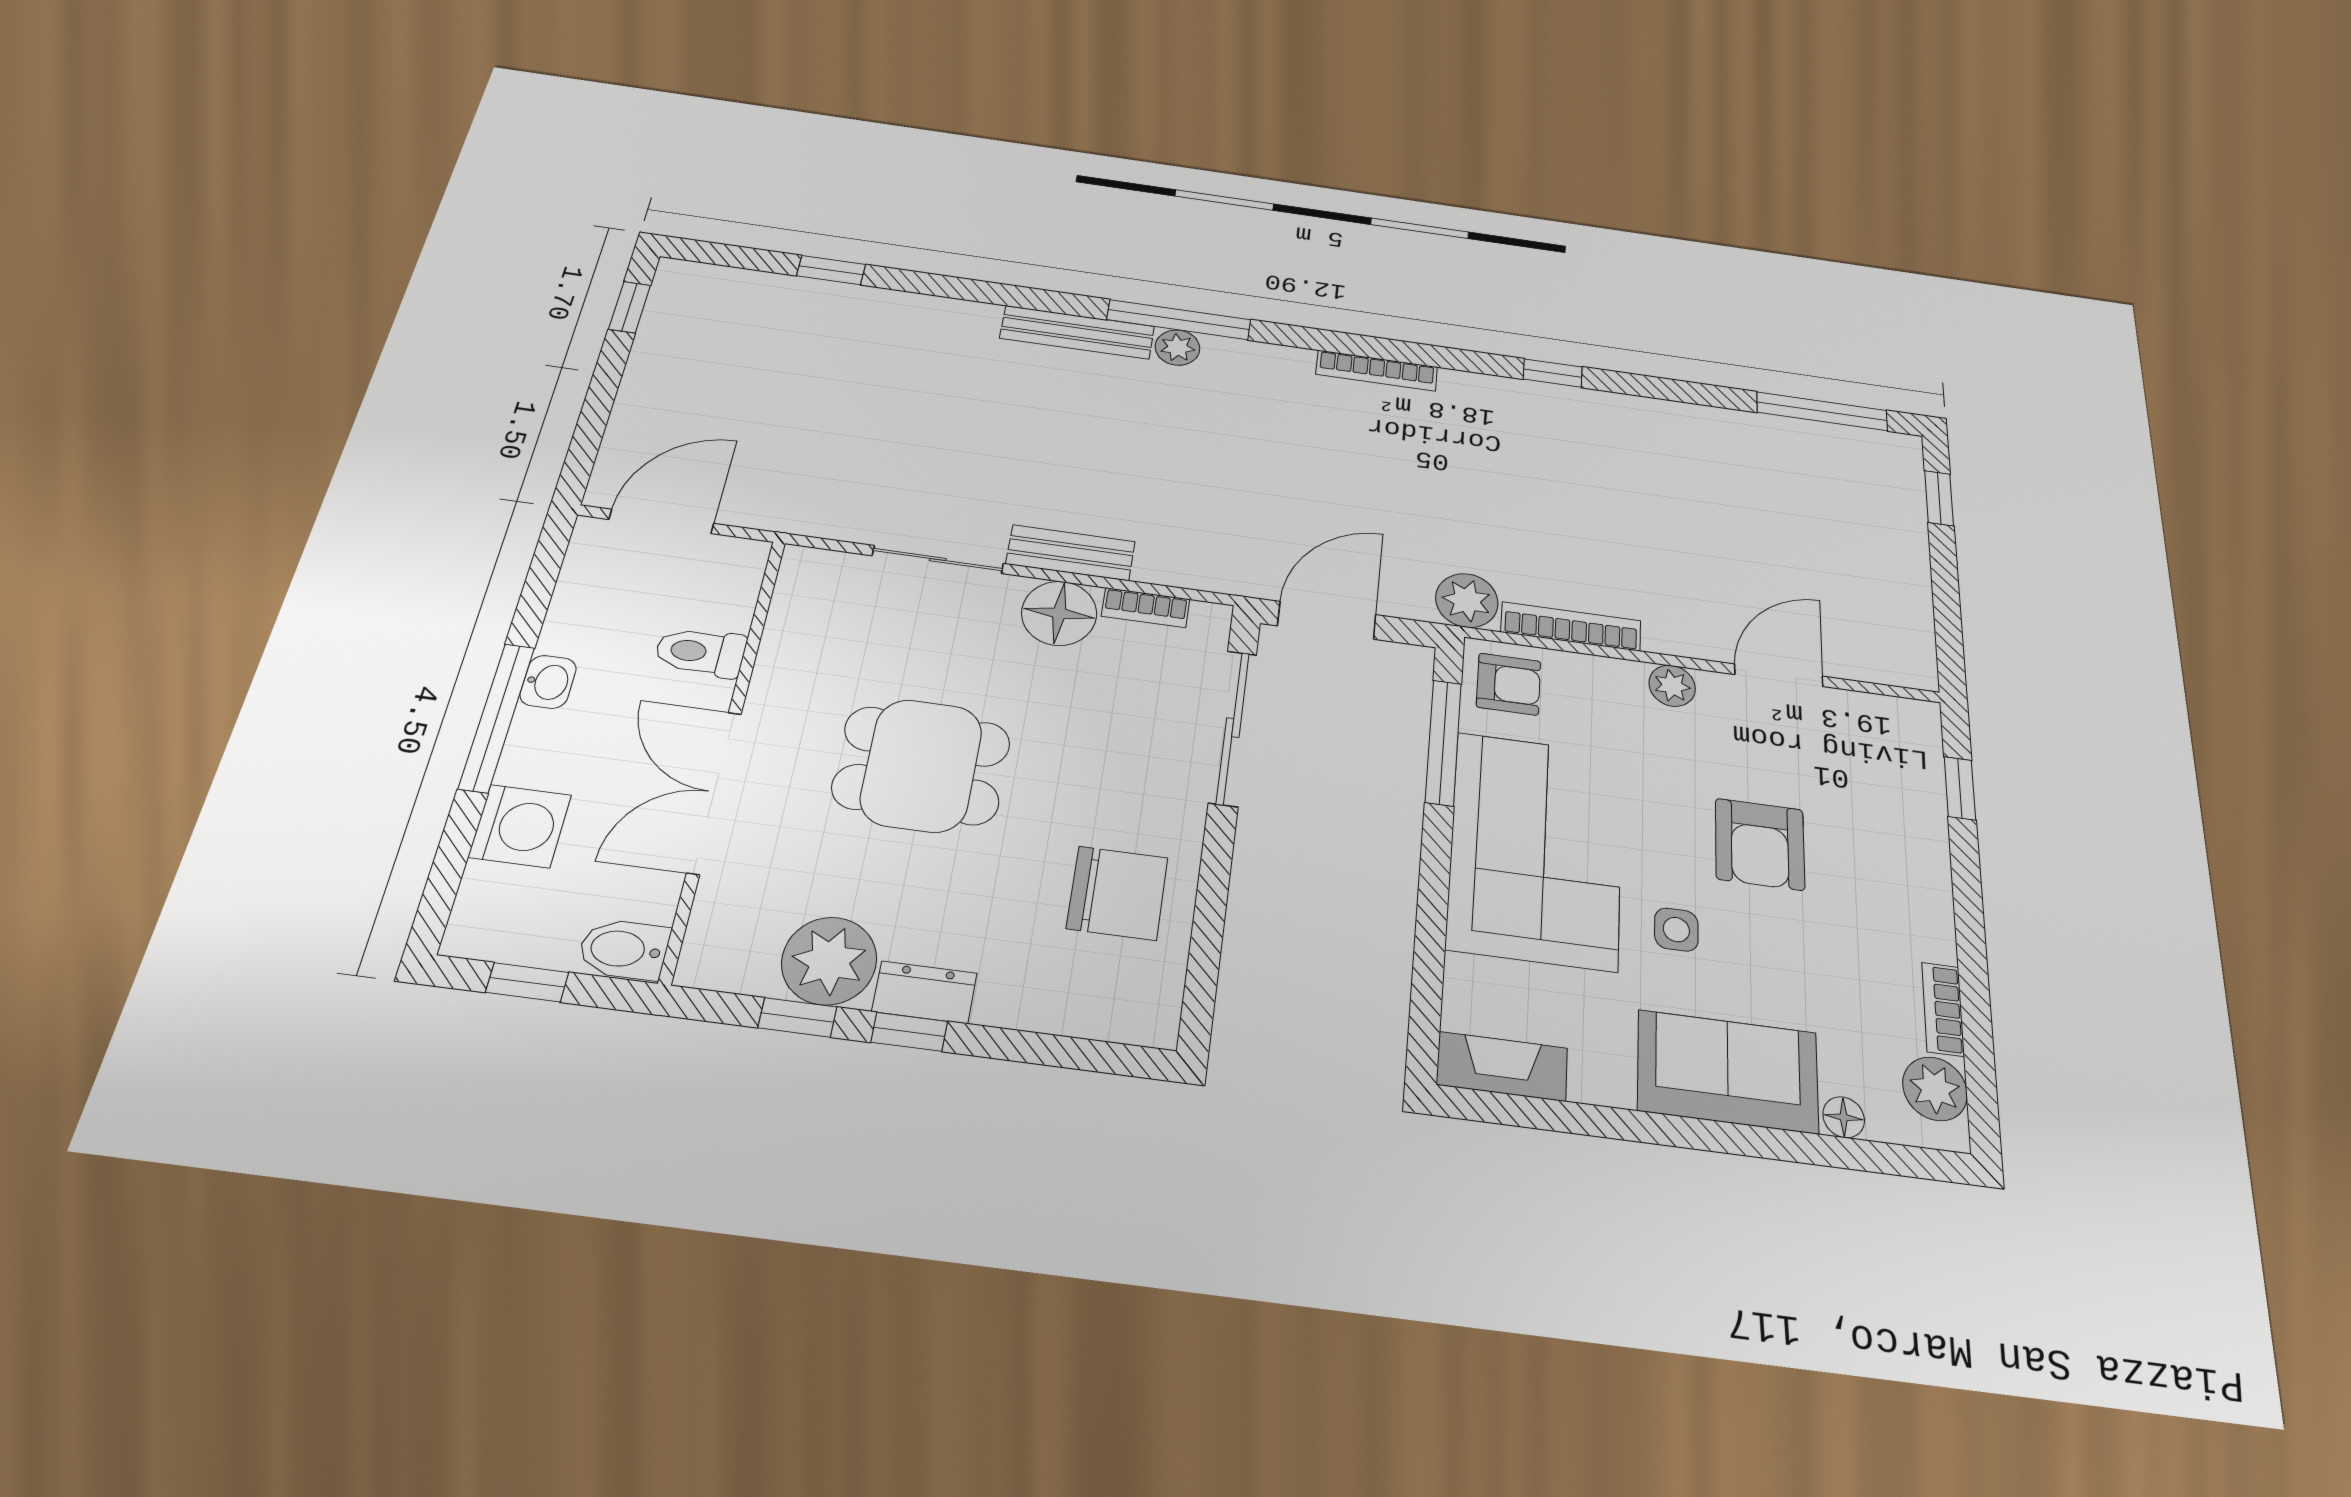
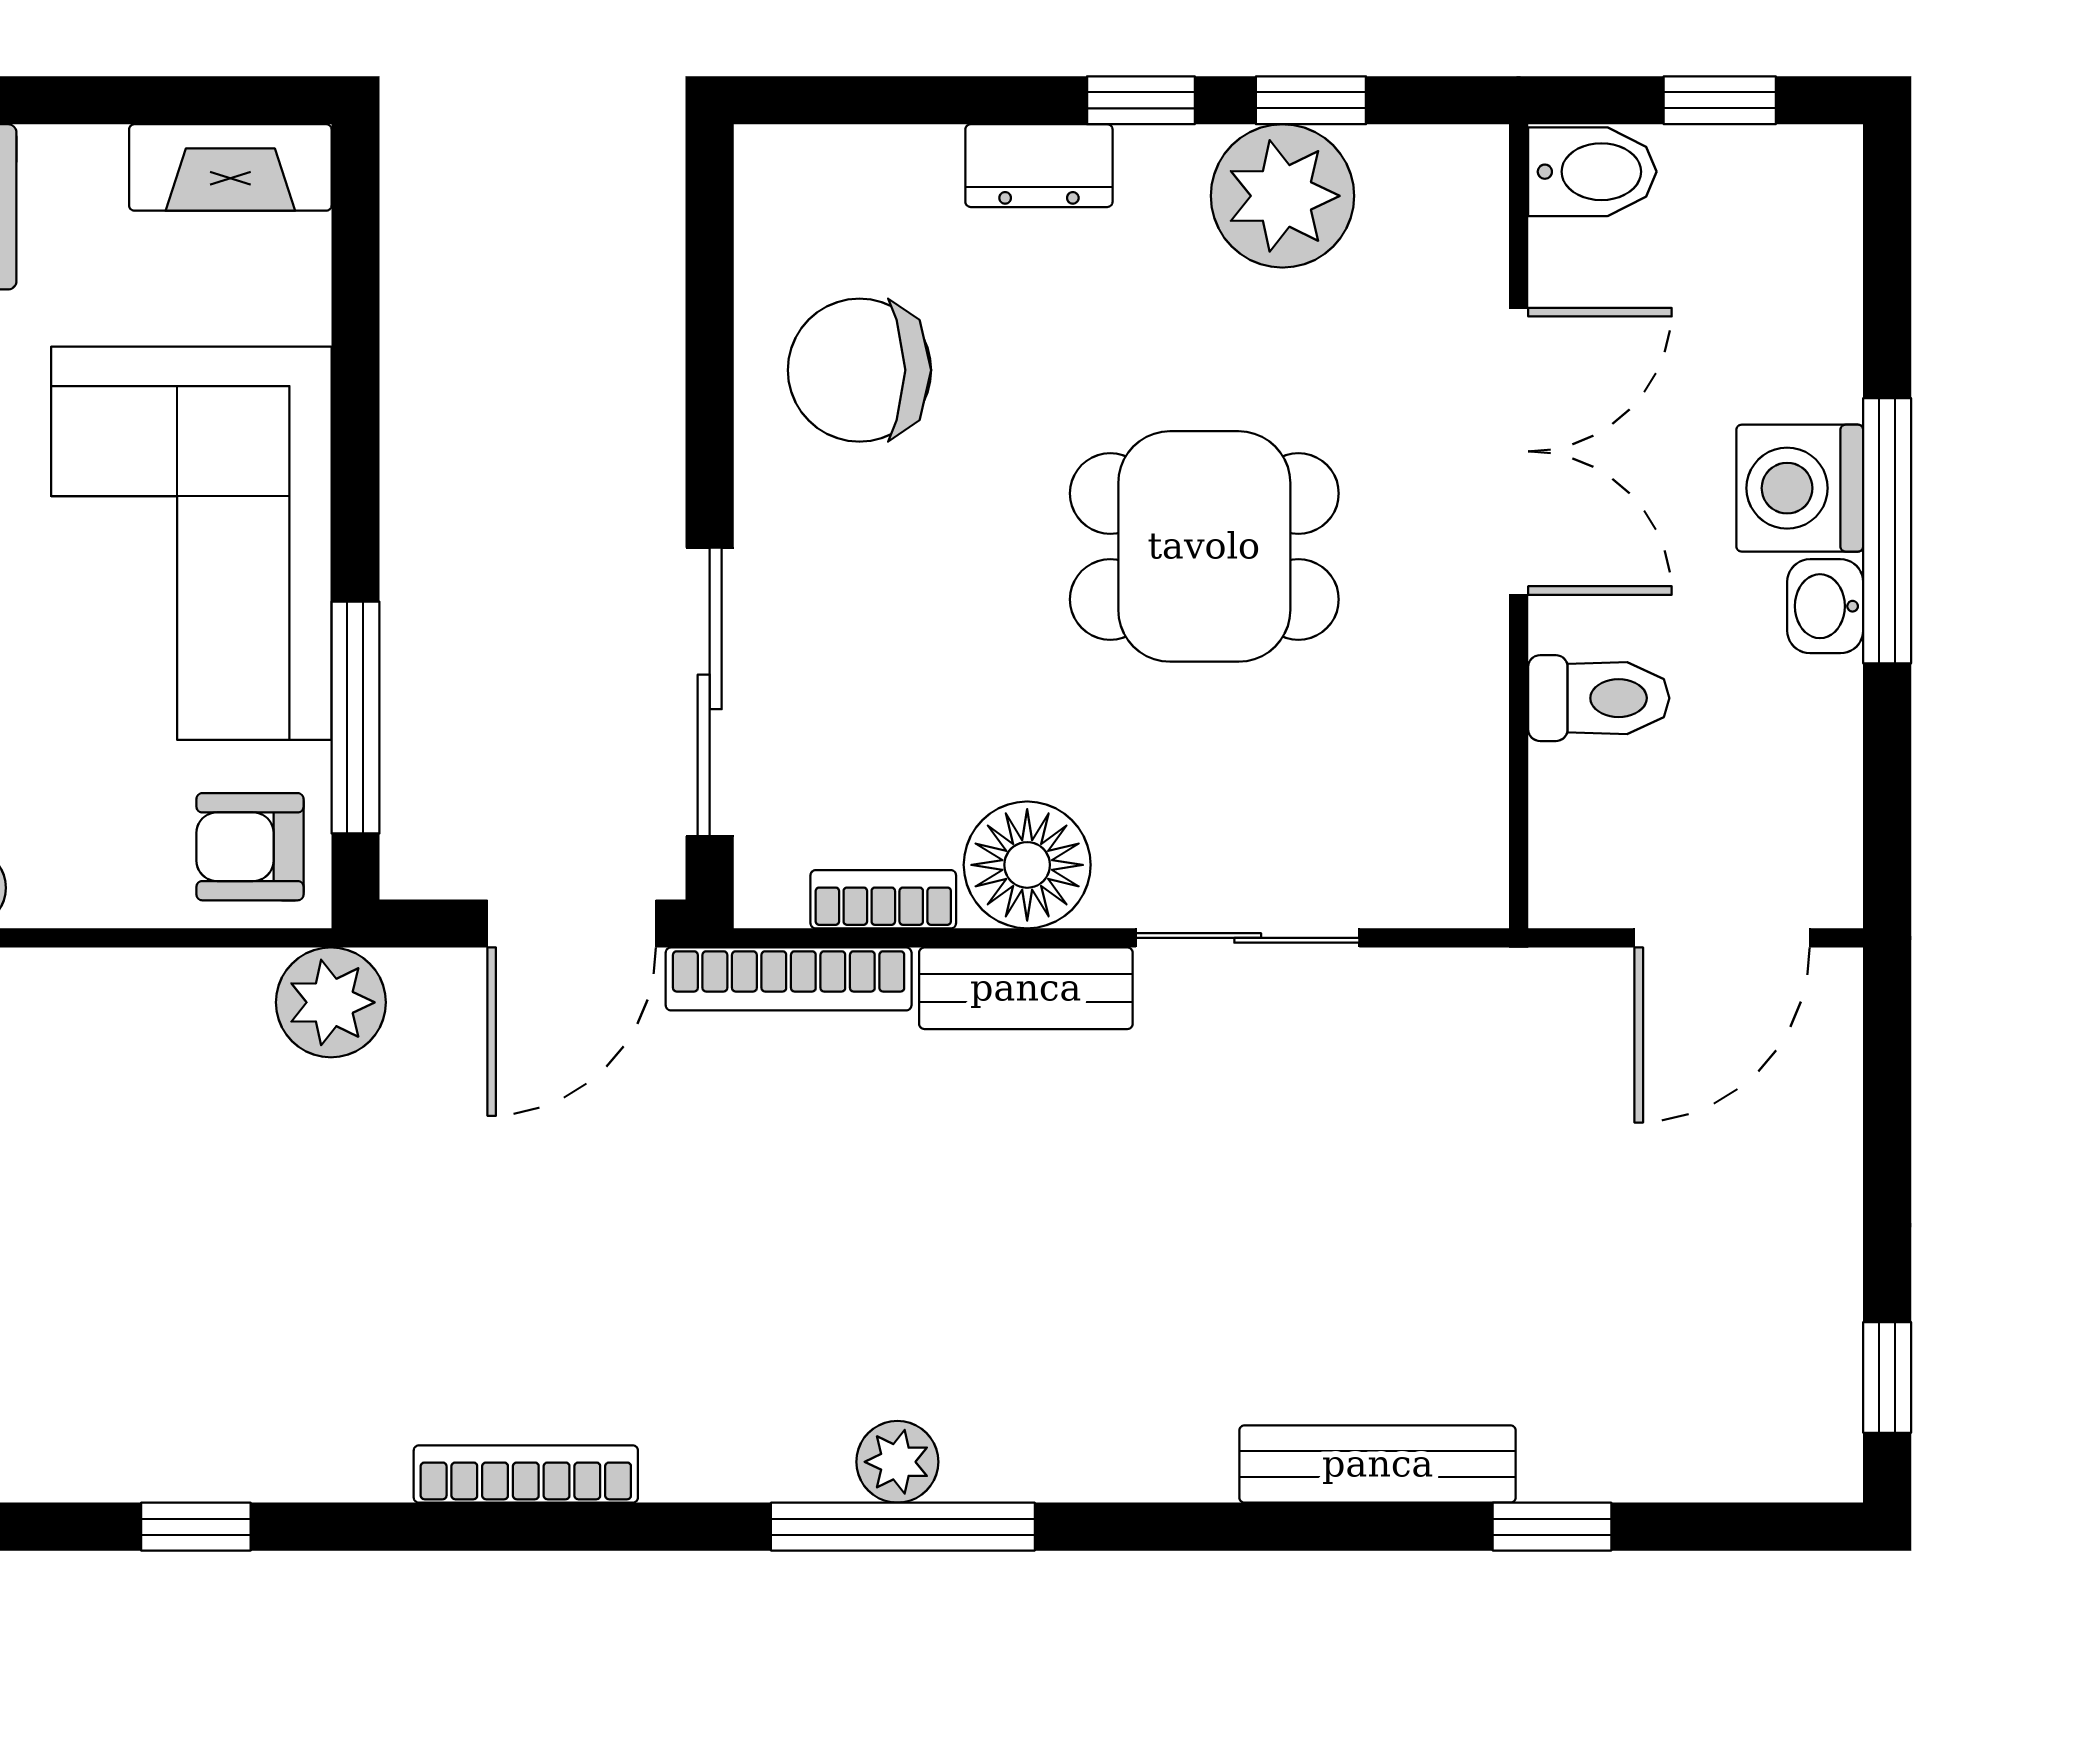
bench: (1077, 332) -> (1378, 1464), moved
bookcase: (1571, 626) -> (789, 979), moved
washing machine: (520, 826) -> (1800, 488), moved
dresser: (925, 992) -> (1039, 166), moved

